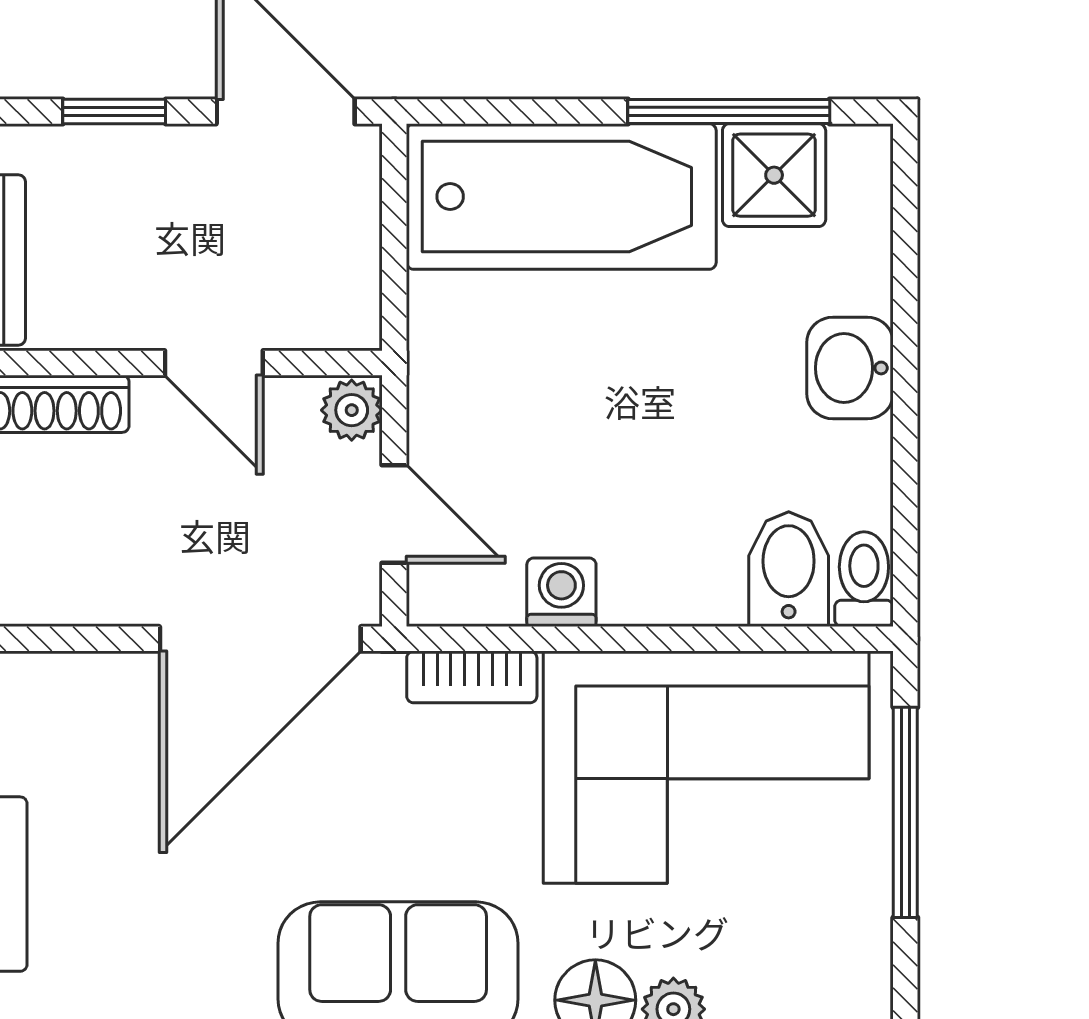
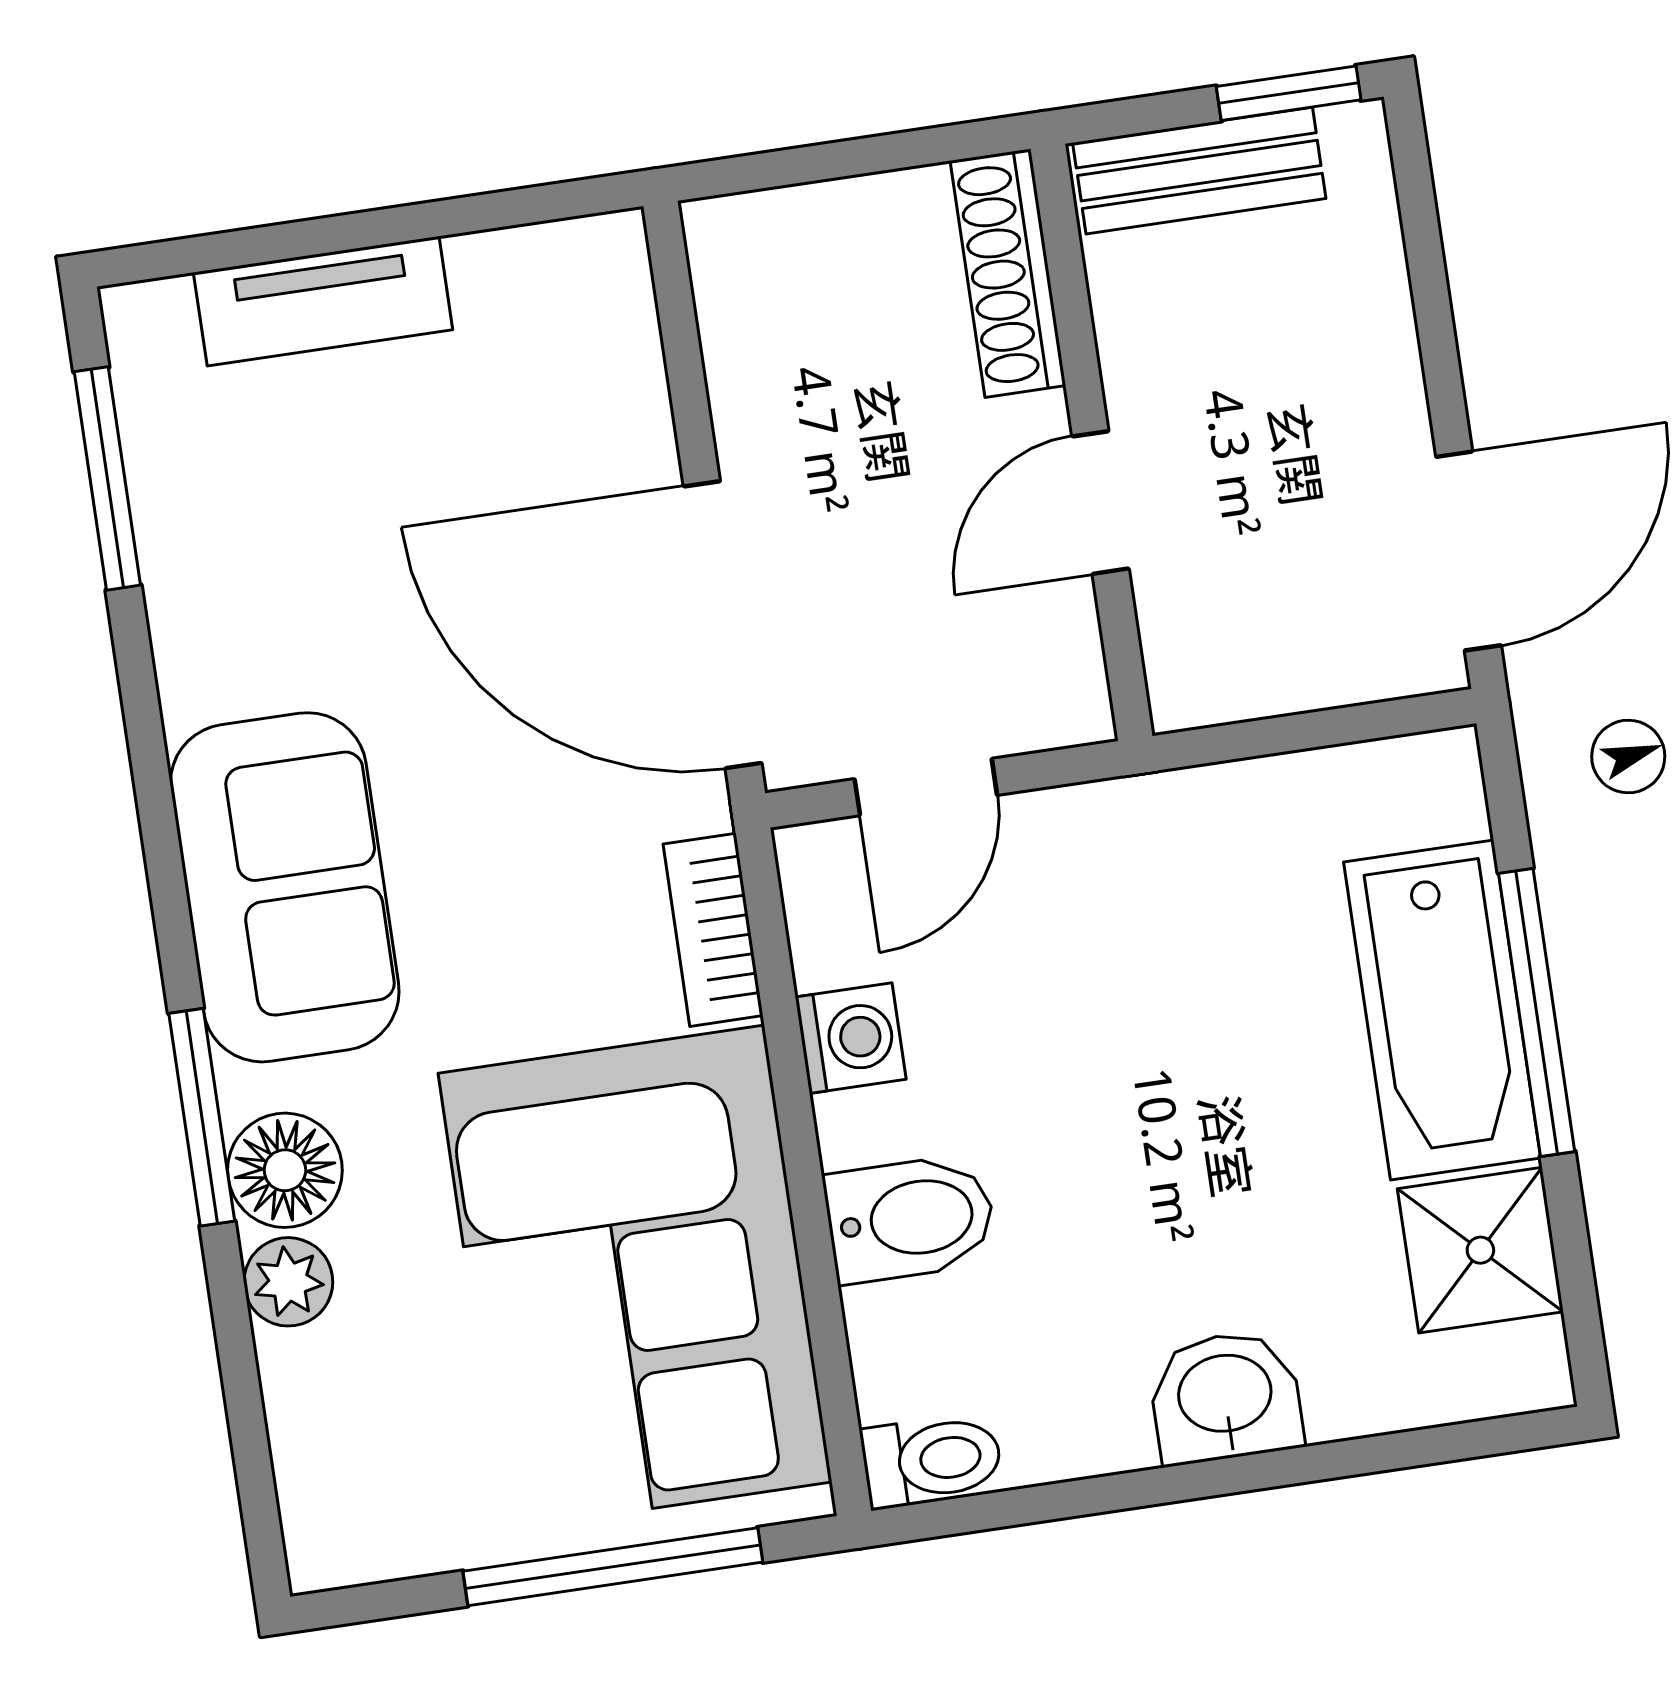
window: (114, 111) -> (1433, 310), removed
window: (729, 111) -> (1537, 1012), moved
bathtub: (561, 197) -> (1442, 1010), width x0.73, depth x0.73
plant: (352, 410) -> (1063, 706), removed
bidet: (789, 569) -> (910, 1219), moved

